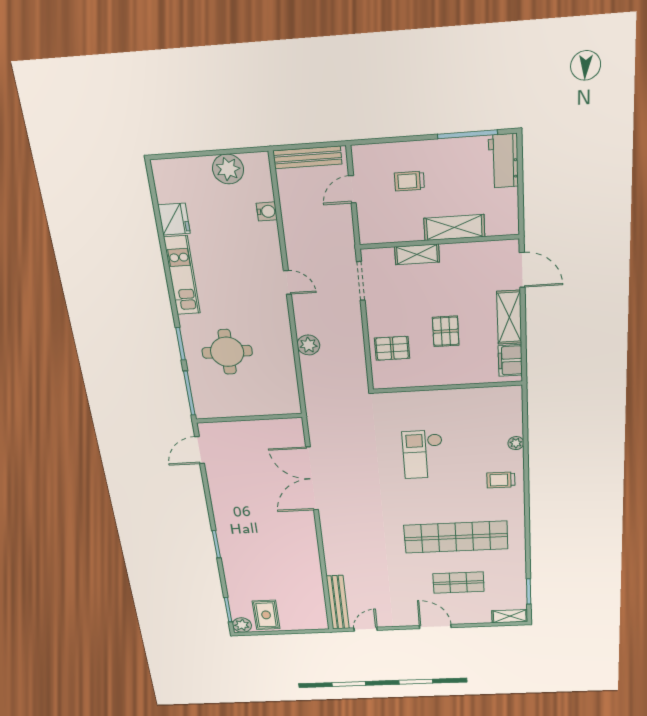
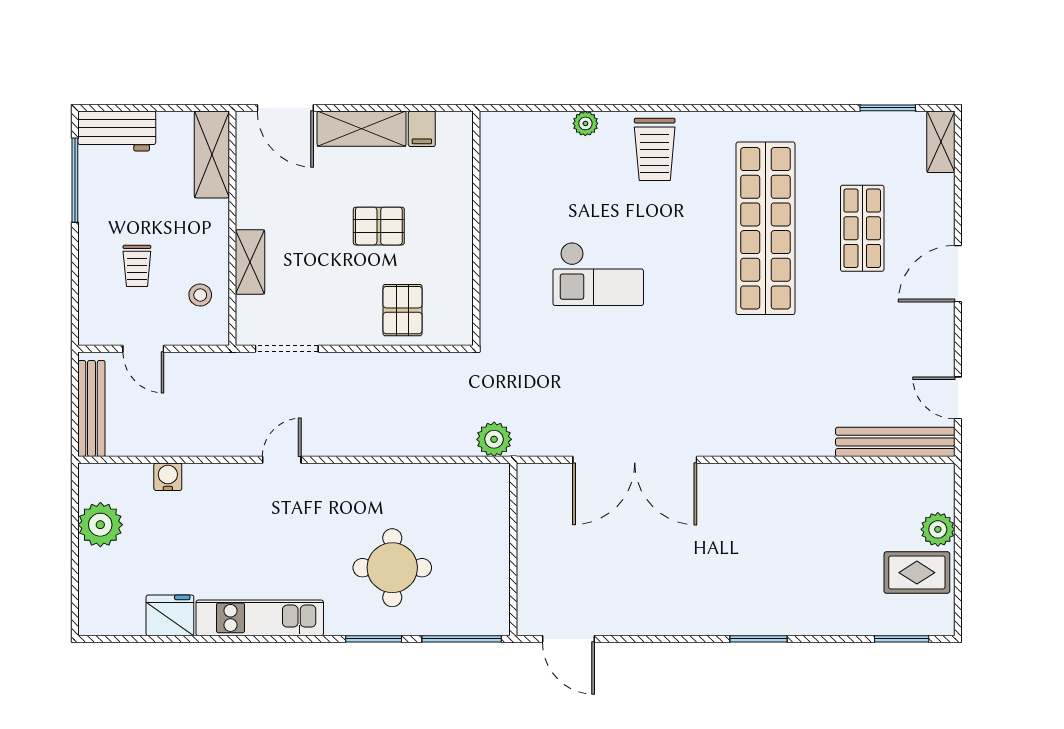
stool: (392, 224) -> (200, 295), added
shelving: (454, 228) -> (212, 154), moved
door: (522, 270) -> (285, 108), swing flipped
plant: (308, 345) -> (494, 439), moved
filing cabinet: (510, 360) -> (422, 129), width x0.50
trolley: (501, 480) -> (655, 149), width x1.36, depth x1.39
plant: (242, 625) -> (938, 529), moved

